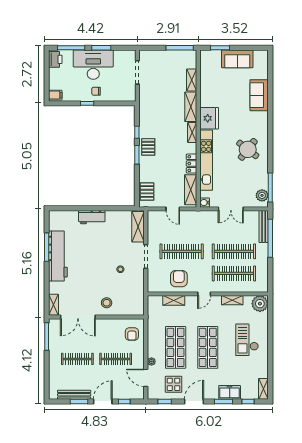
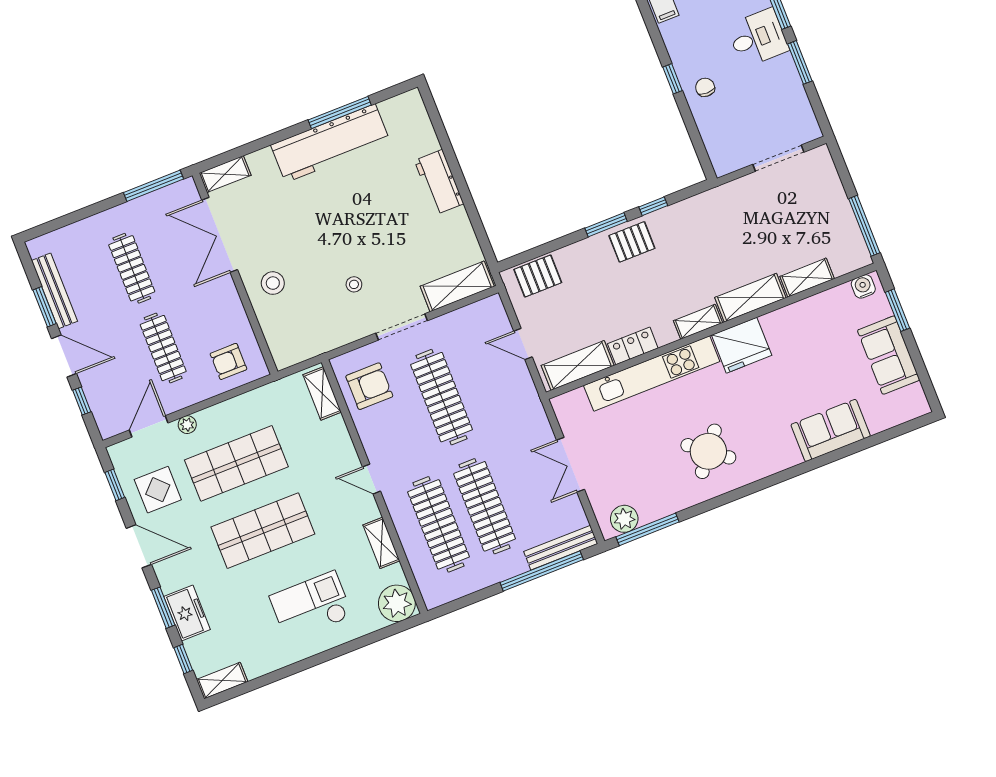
desk: (93, 65) -> (758, 38), width x0.53, depth x0.77
water cooler: (205, 203) -> (863, 286), moved
door: (173, 209) -> (523, 344), hinge flipped
armchair: (179, 279) -> (369, 386), moved
shelving: (174, 300) -> (322, 393), moved

